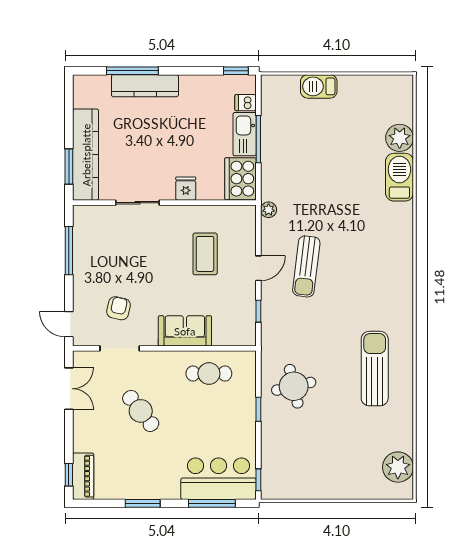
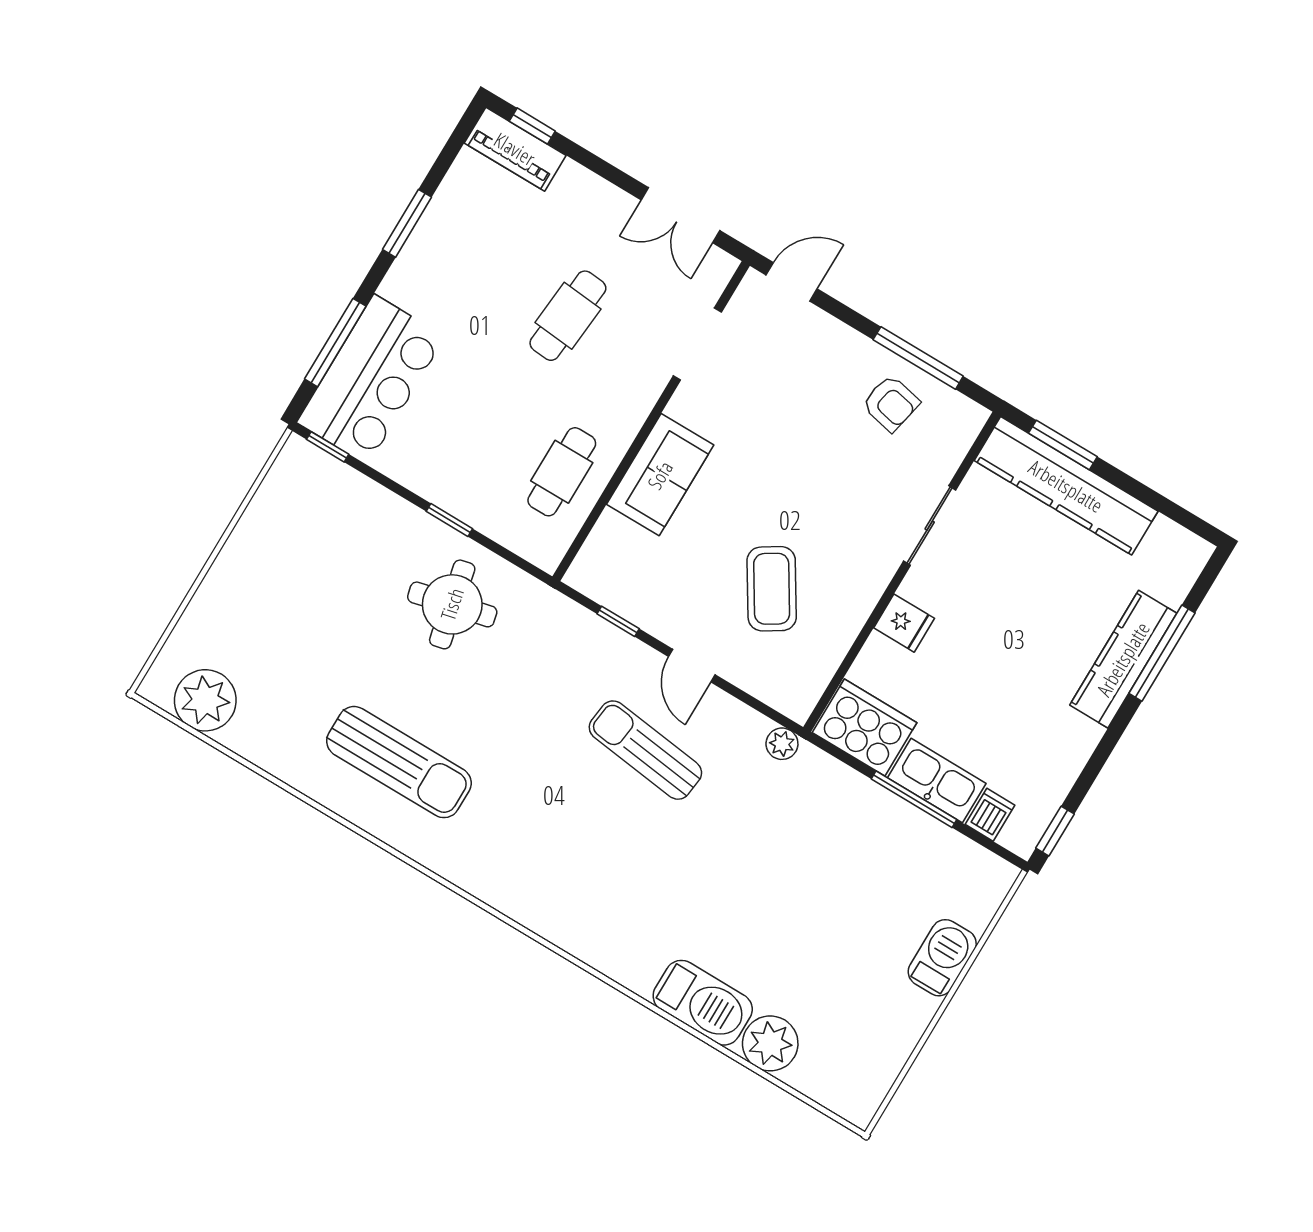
coffee table: (205, 254) -> (772, 589), turned 58
armchair: (119, 308) -> (891, 403), moved
cafe table: (141, 411) -> (568, 316), turned -47

